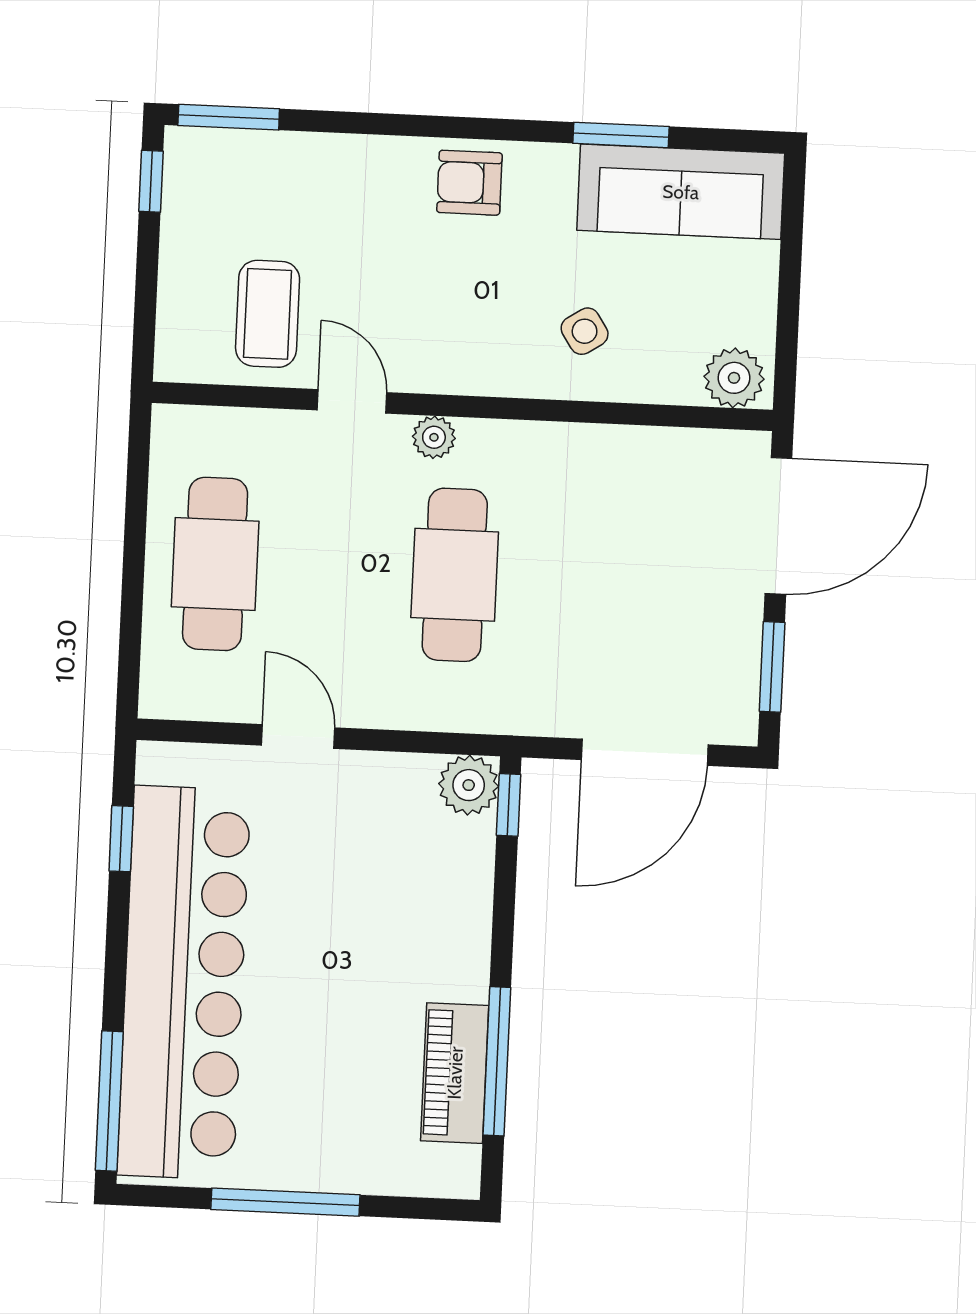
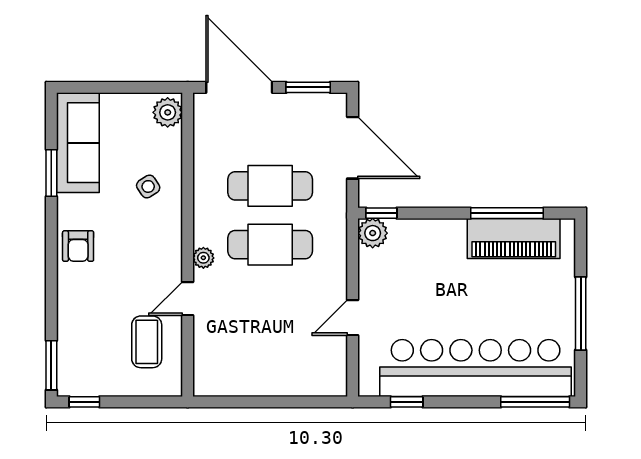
coffee table: (268, 314) -> (147, 342), turned 90
cafe table: (215, 564) -> (270, 186), moved
piano: (455, 1073) -> (514, 238), width x1.37, depth x1.33

